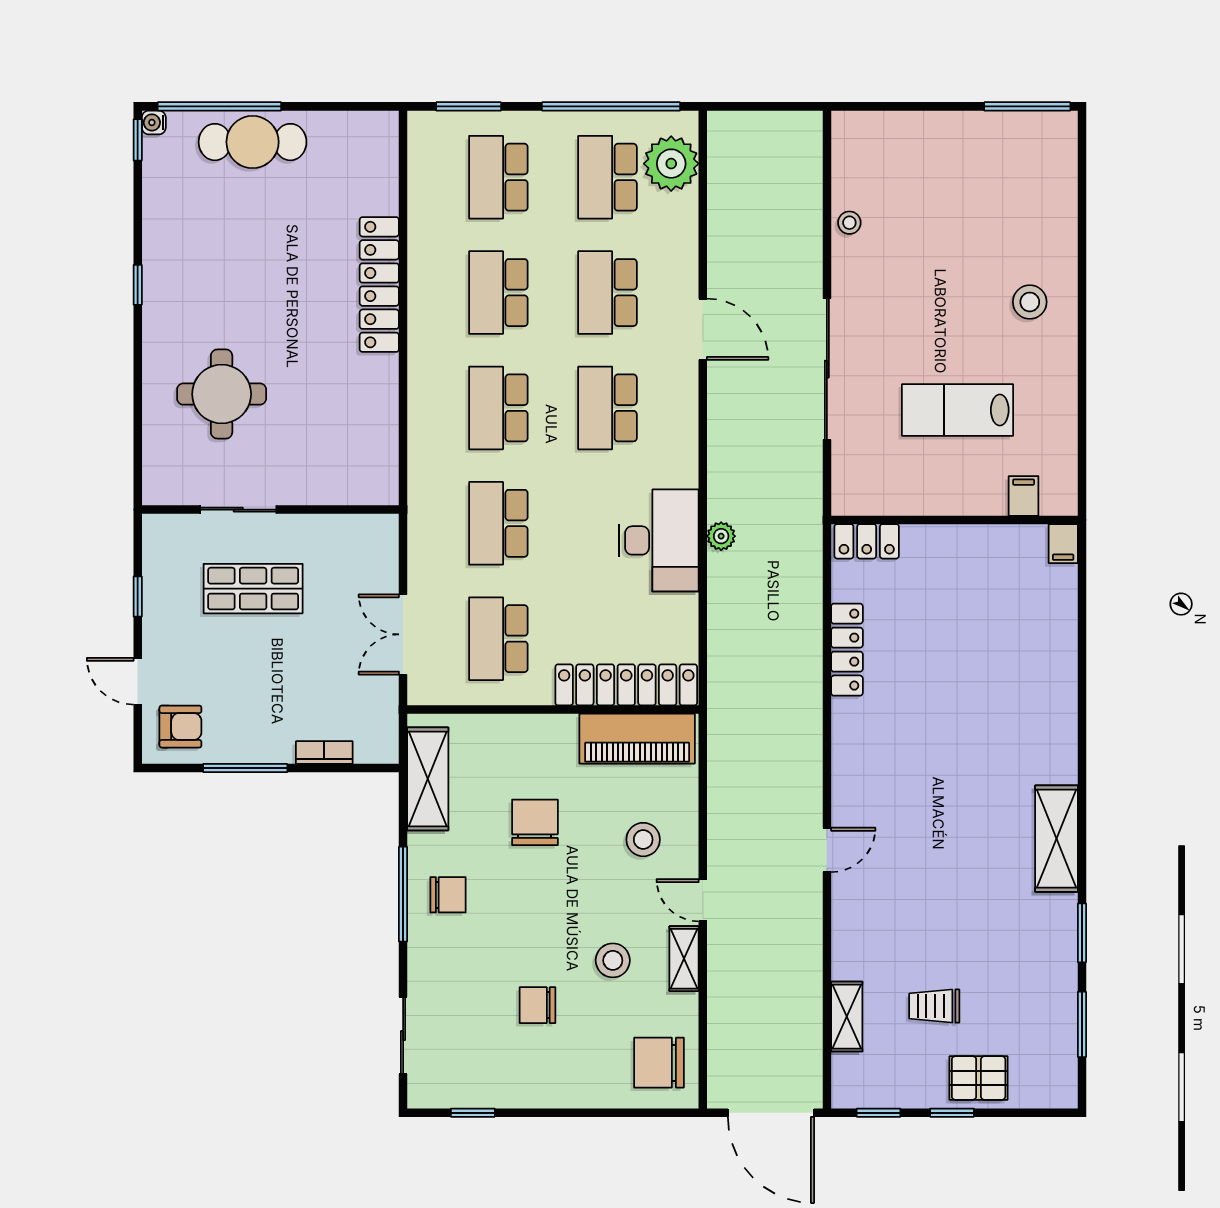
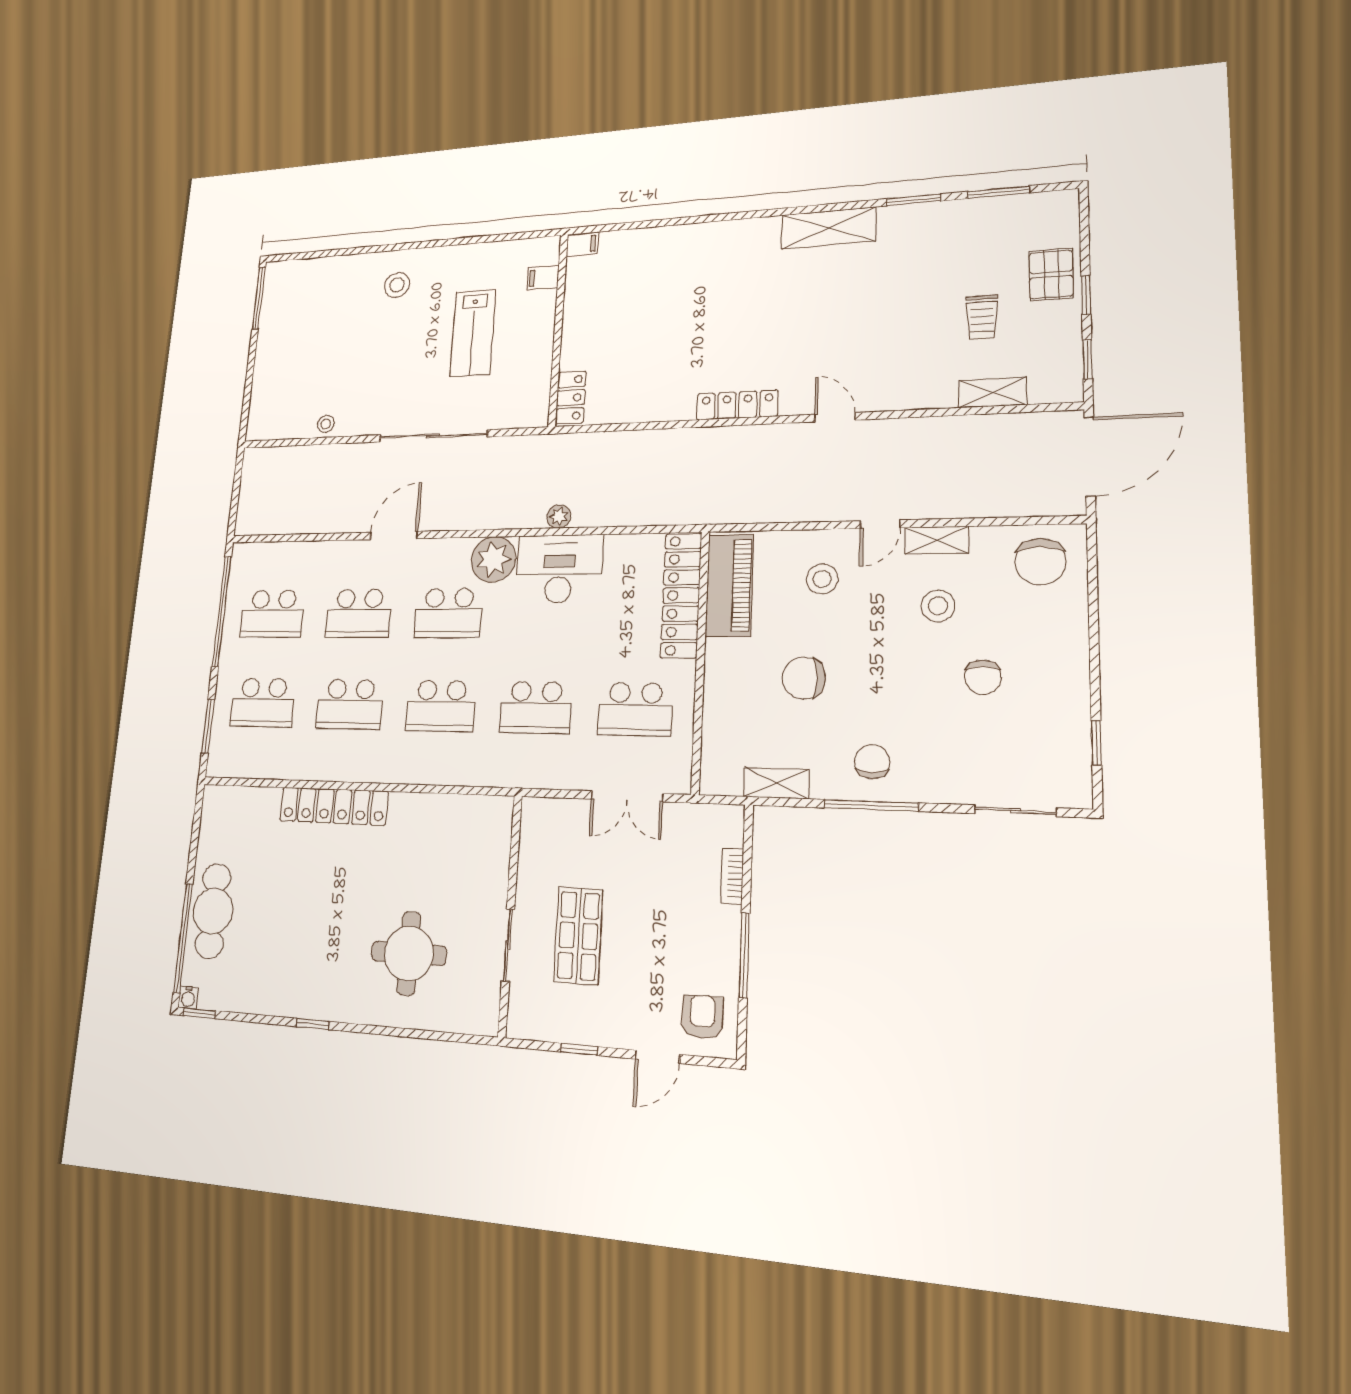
plant: (671, 164) -> (493, 559), moved
locker: (847, 650) -> (737, 405), moved
shelving: (428, 779) -> (776, 783), width x0.67, depth x0.75

